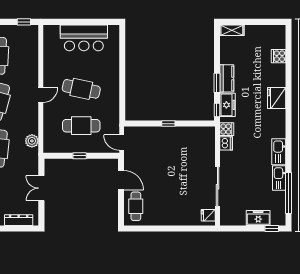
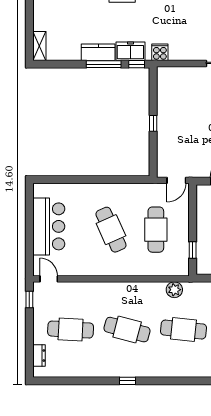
window: (217, 83) -> (104, 64), width x1.44
cafe table: (81, 89) -> (111, 230), turned -36
door: (41, 95) -> (49, 279), moved
dishwasher: (226, 143) -> (177, 53), removed
window: (80, 156) -> (193, 250), moved

